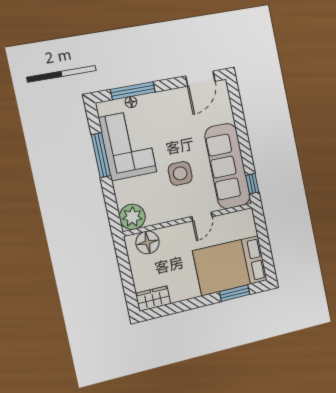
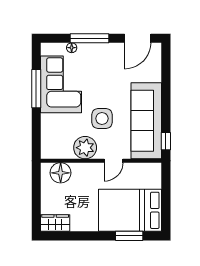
window: (133, 91) -> (90, 38), moved
plant: (132, 217) -> (85, 148), moved

